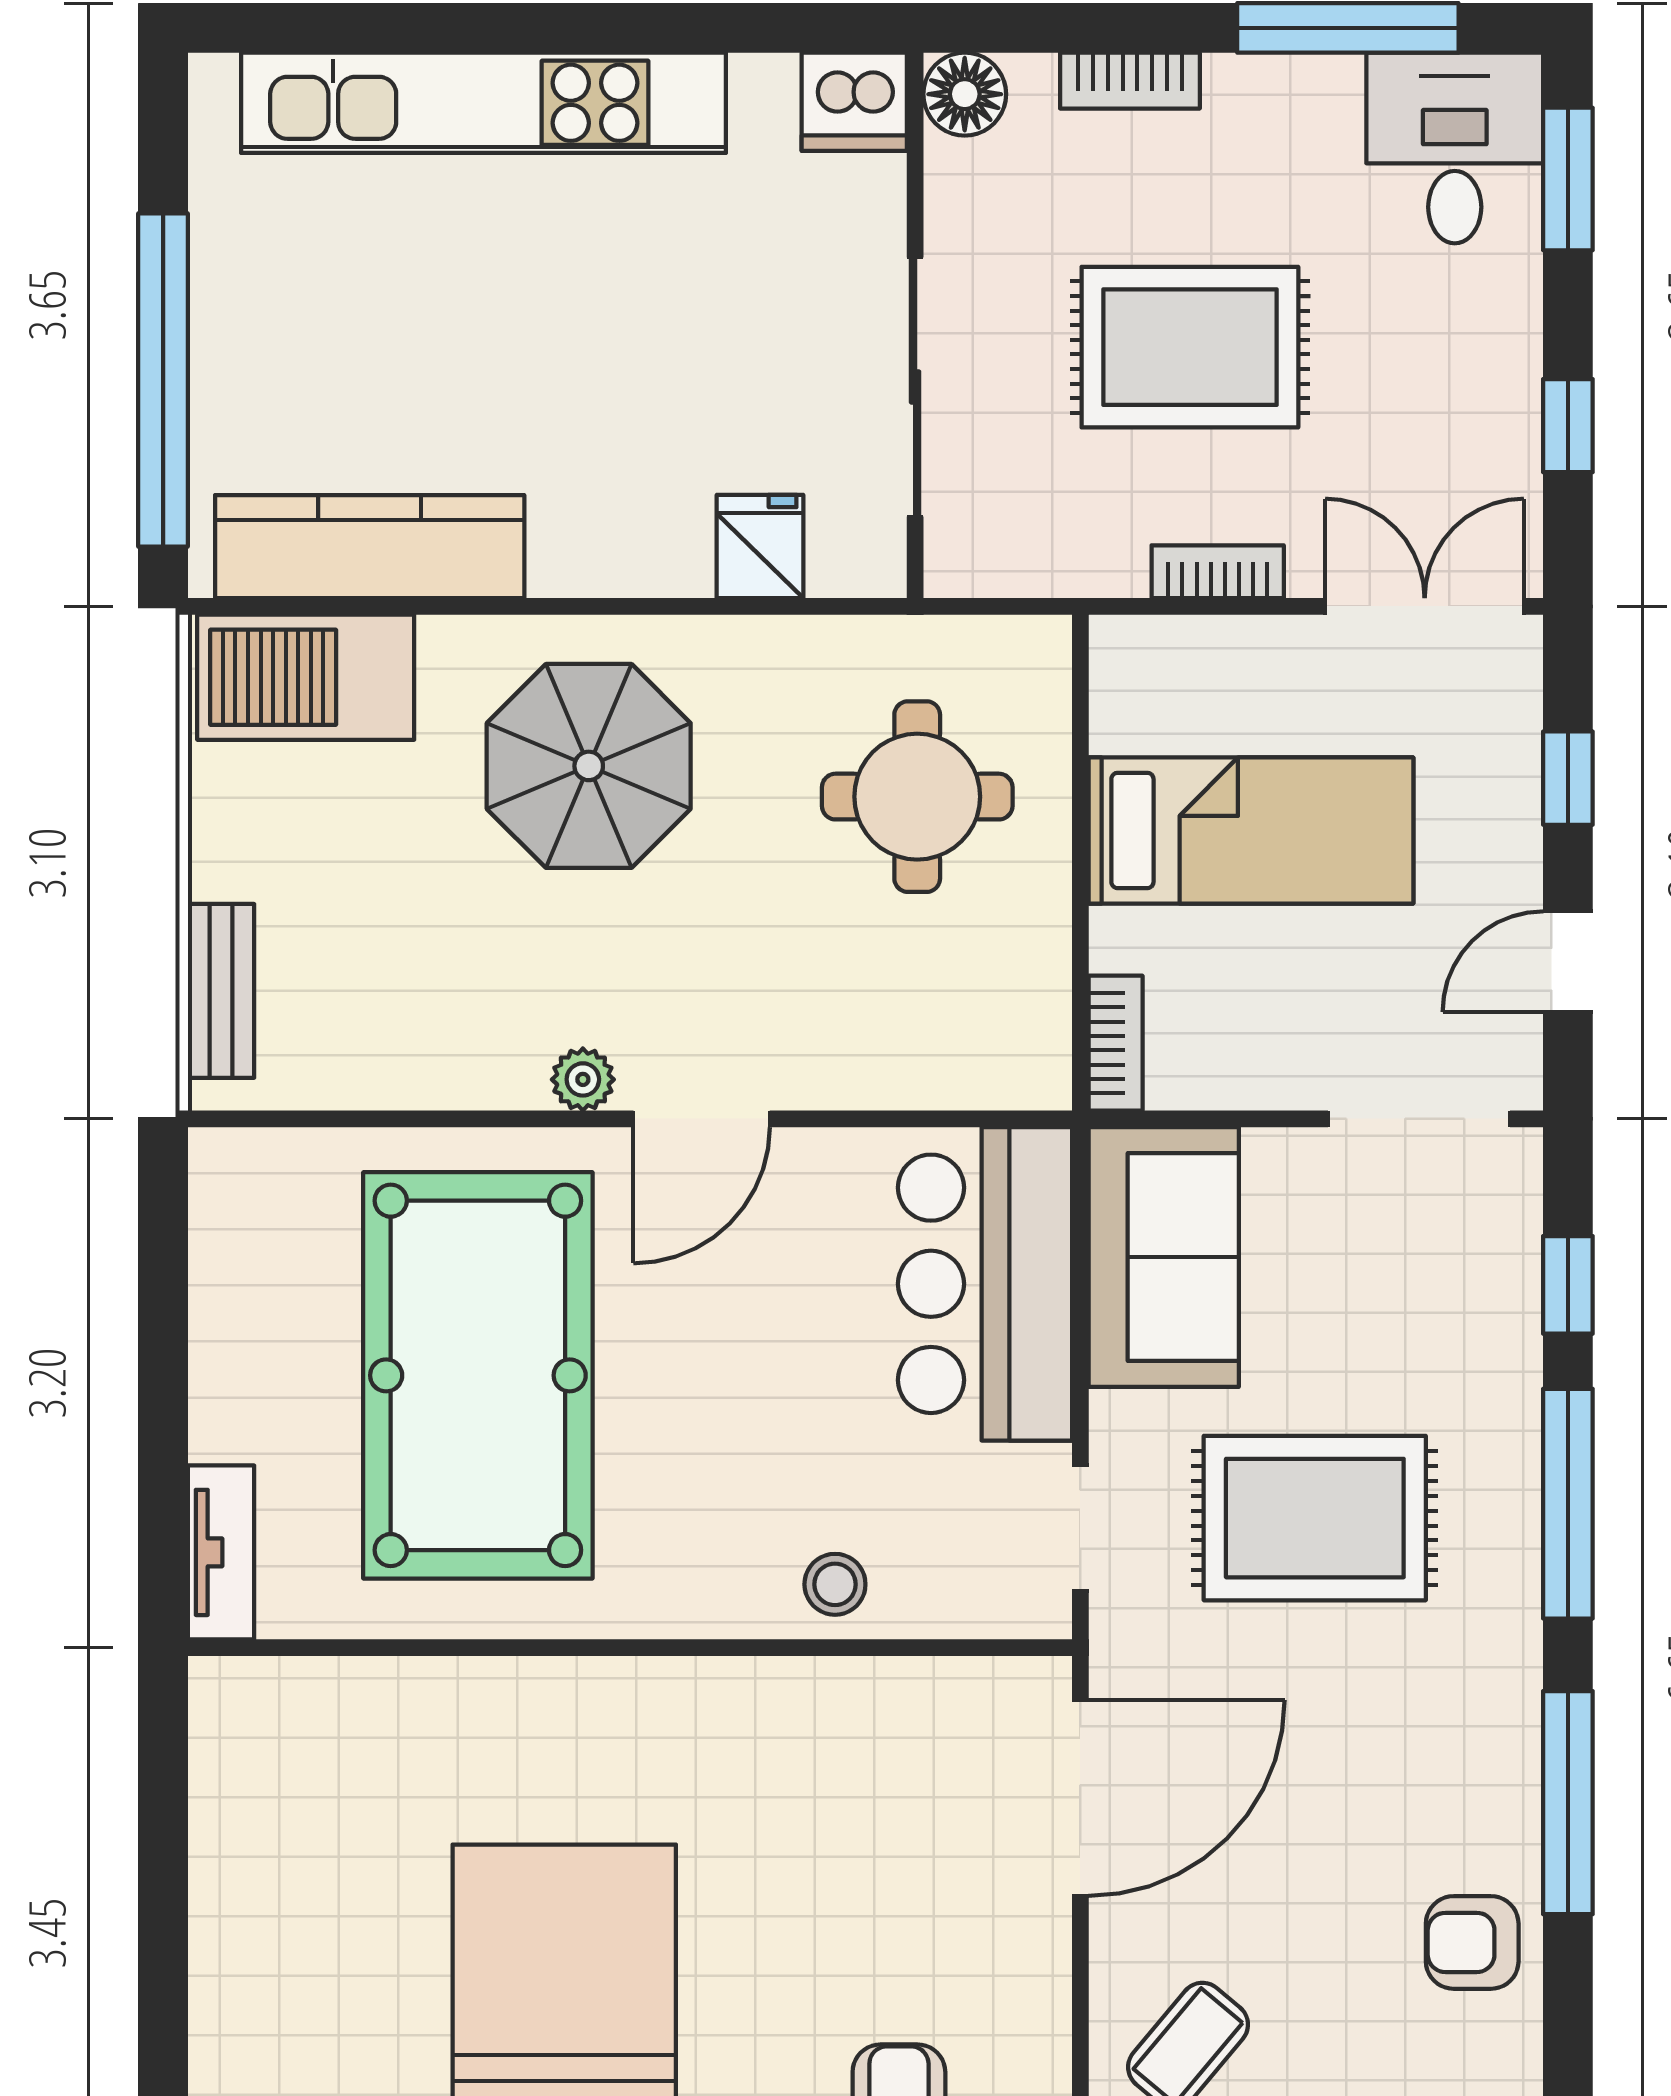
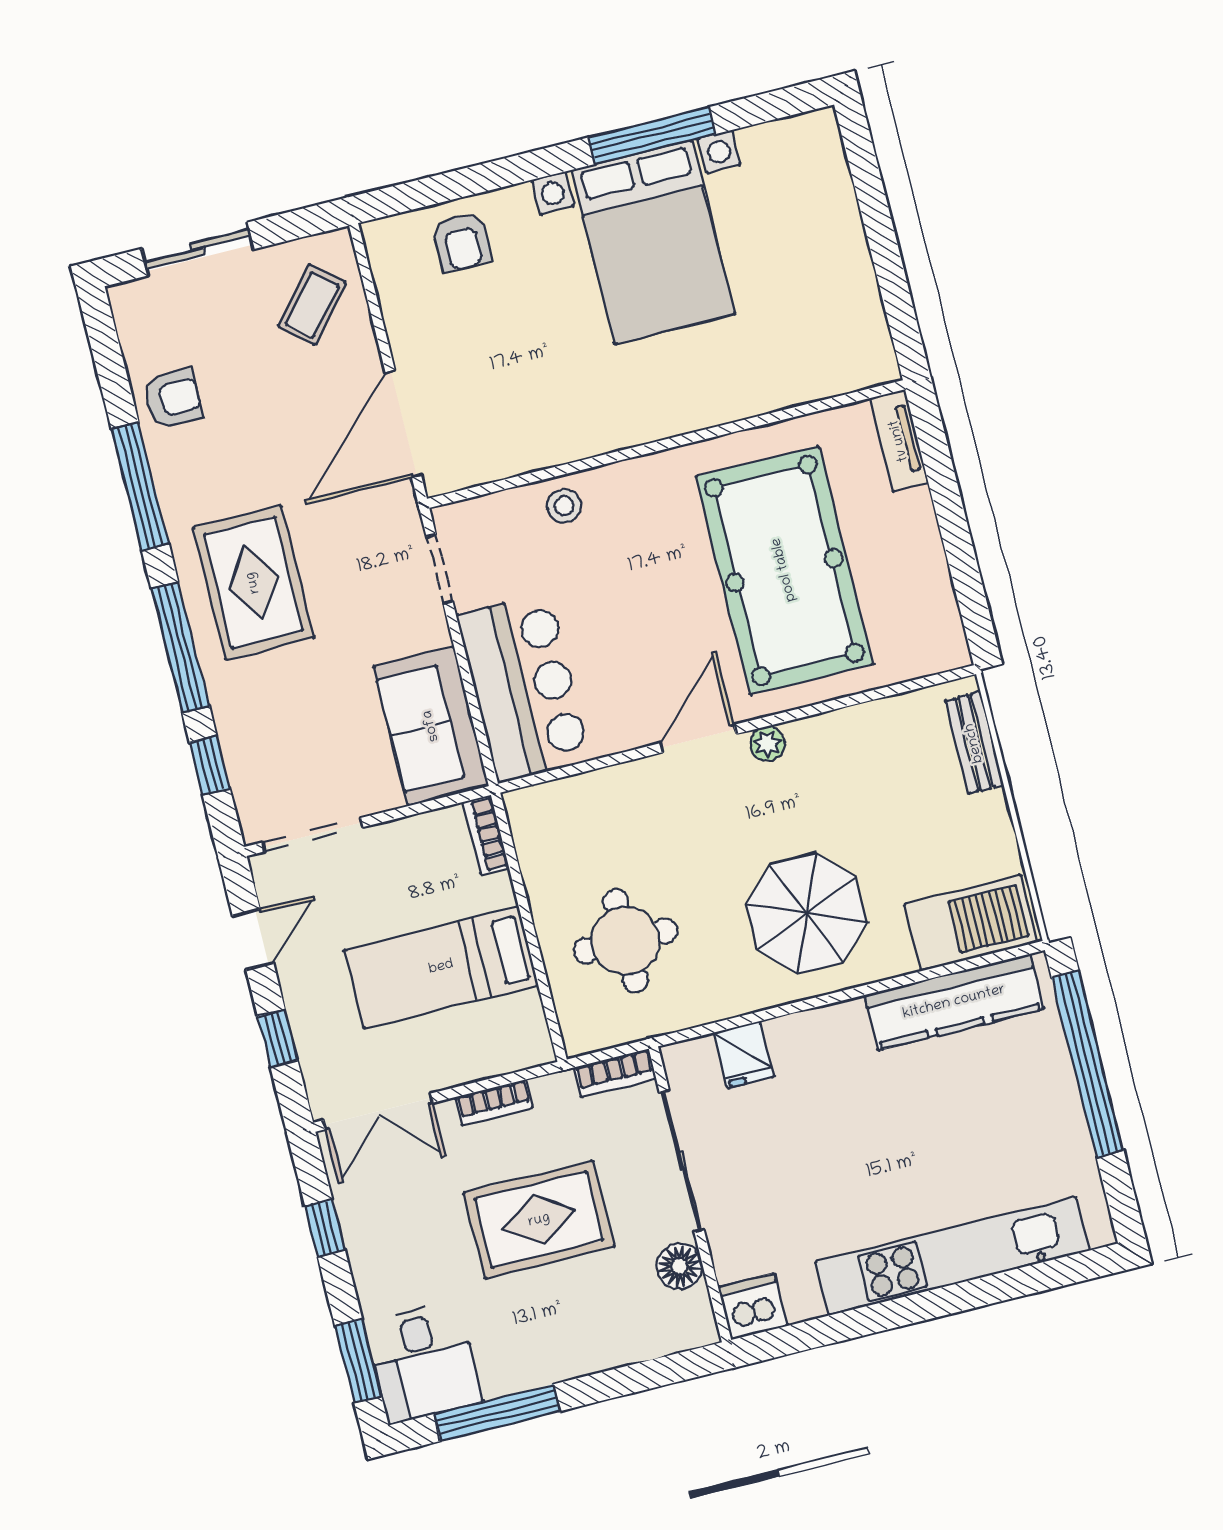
bookcase: (1130, 81) -> (615, 1073), moved, turned 180
floor lamp: (965, 94) -> (680, 1266), moved
rug: (1315, 1518) -> (253, 583), moved, turned 90

